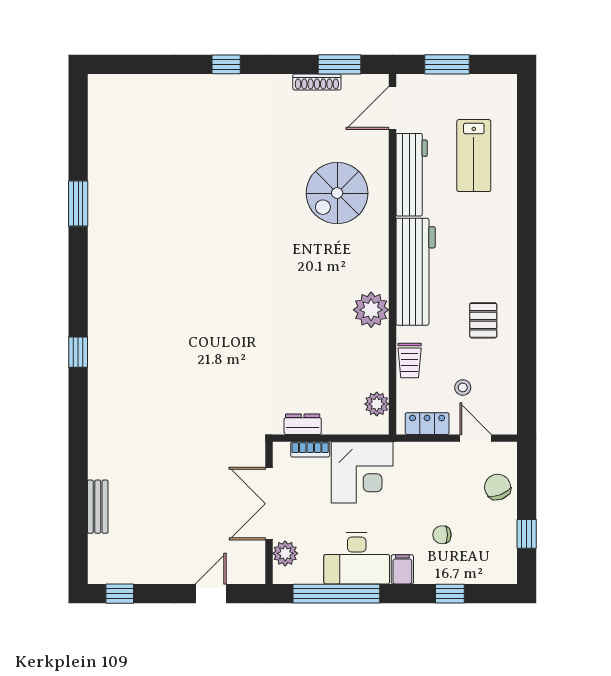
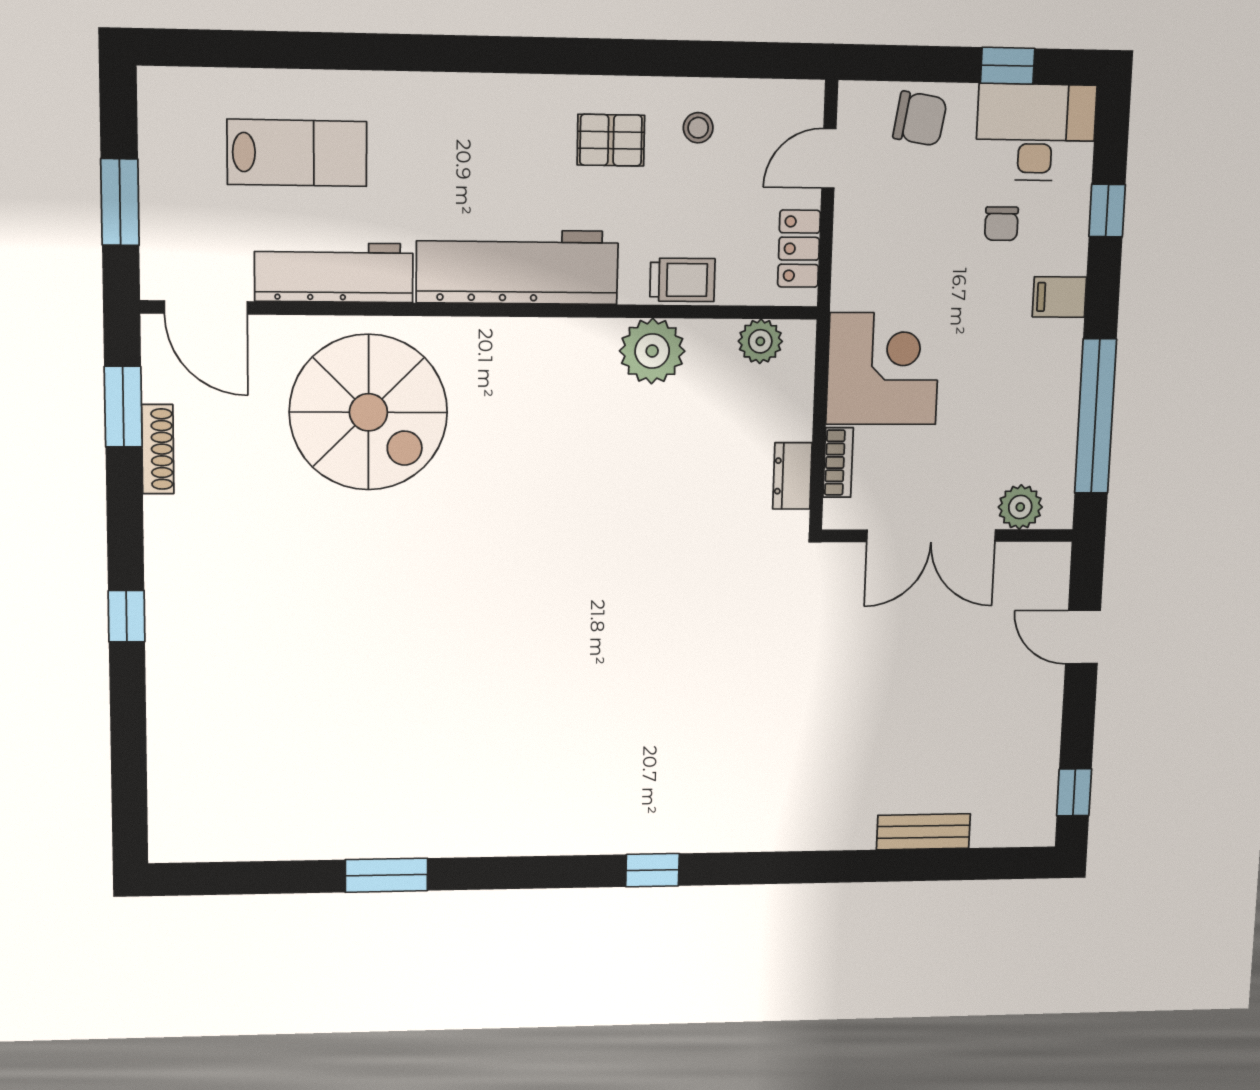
spiral stairs: (337, 193) -> (368, 412), width x1.37, depth x1.37
plant: (371, 310) -> (652, 351), moved
stool: (463, 387) -> (698, 128), moved
chair: (498, 487) -> (920, 119), turned -150
desk: (357, 558) -> (1036, 132), moved, turned -90

